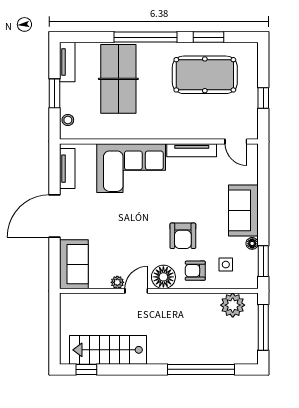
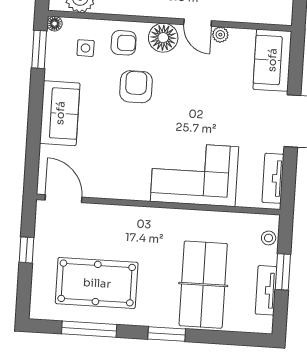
window: (146, 37) -> (167, 334), width x0.47
window: (209, 37) -> (89, 329), width x1.44
tv unit: (67, 62) -> (266, 290), moved
door: (236, 141) -> (64, 199), width x1.38
tv unit: (192, 150) -> (119, 191), removed
floor lamp: (252, 243) -> (55, 24), moved
door: (136, 291) -> (198, 23), hinge flipped

